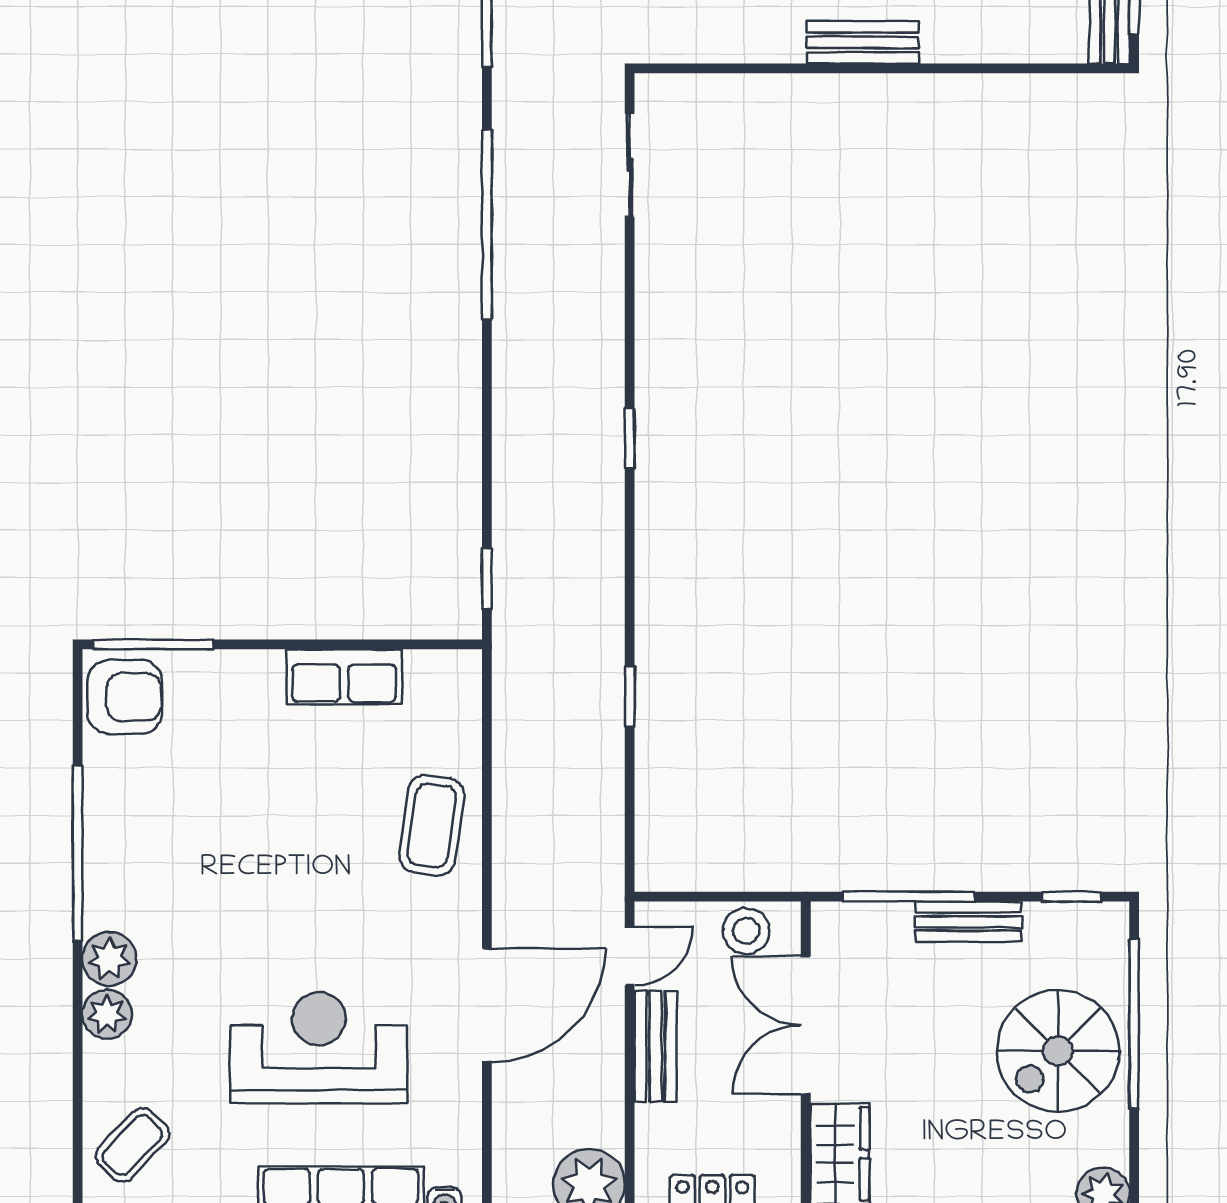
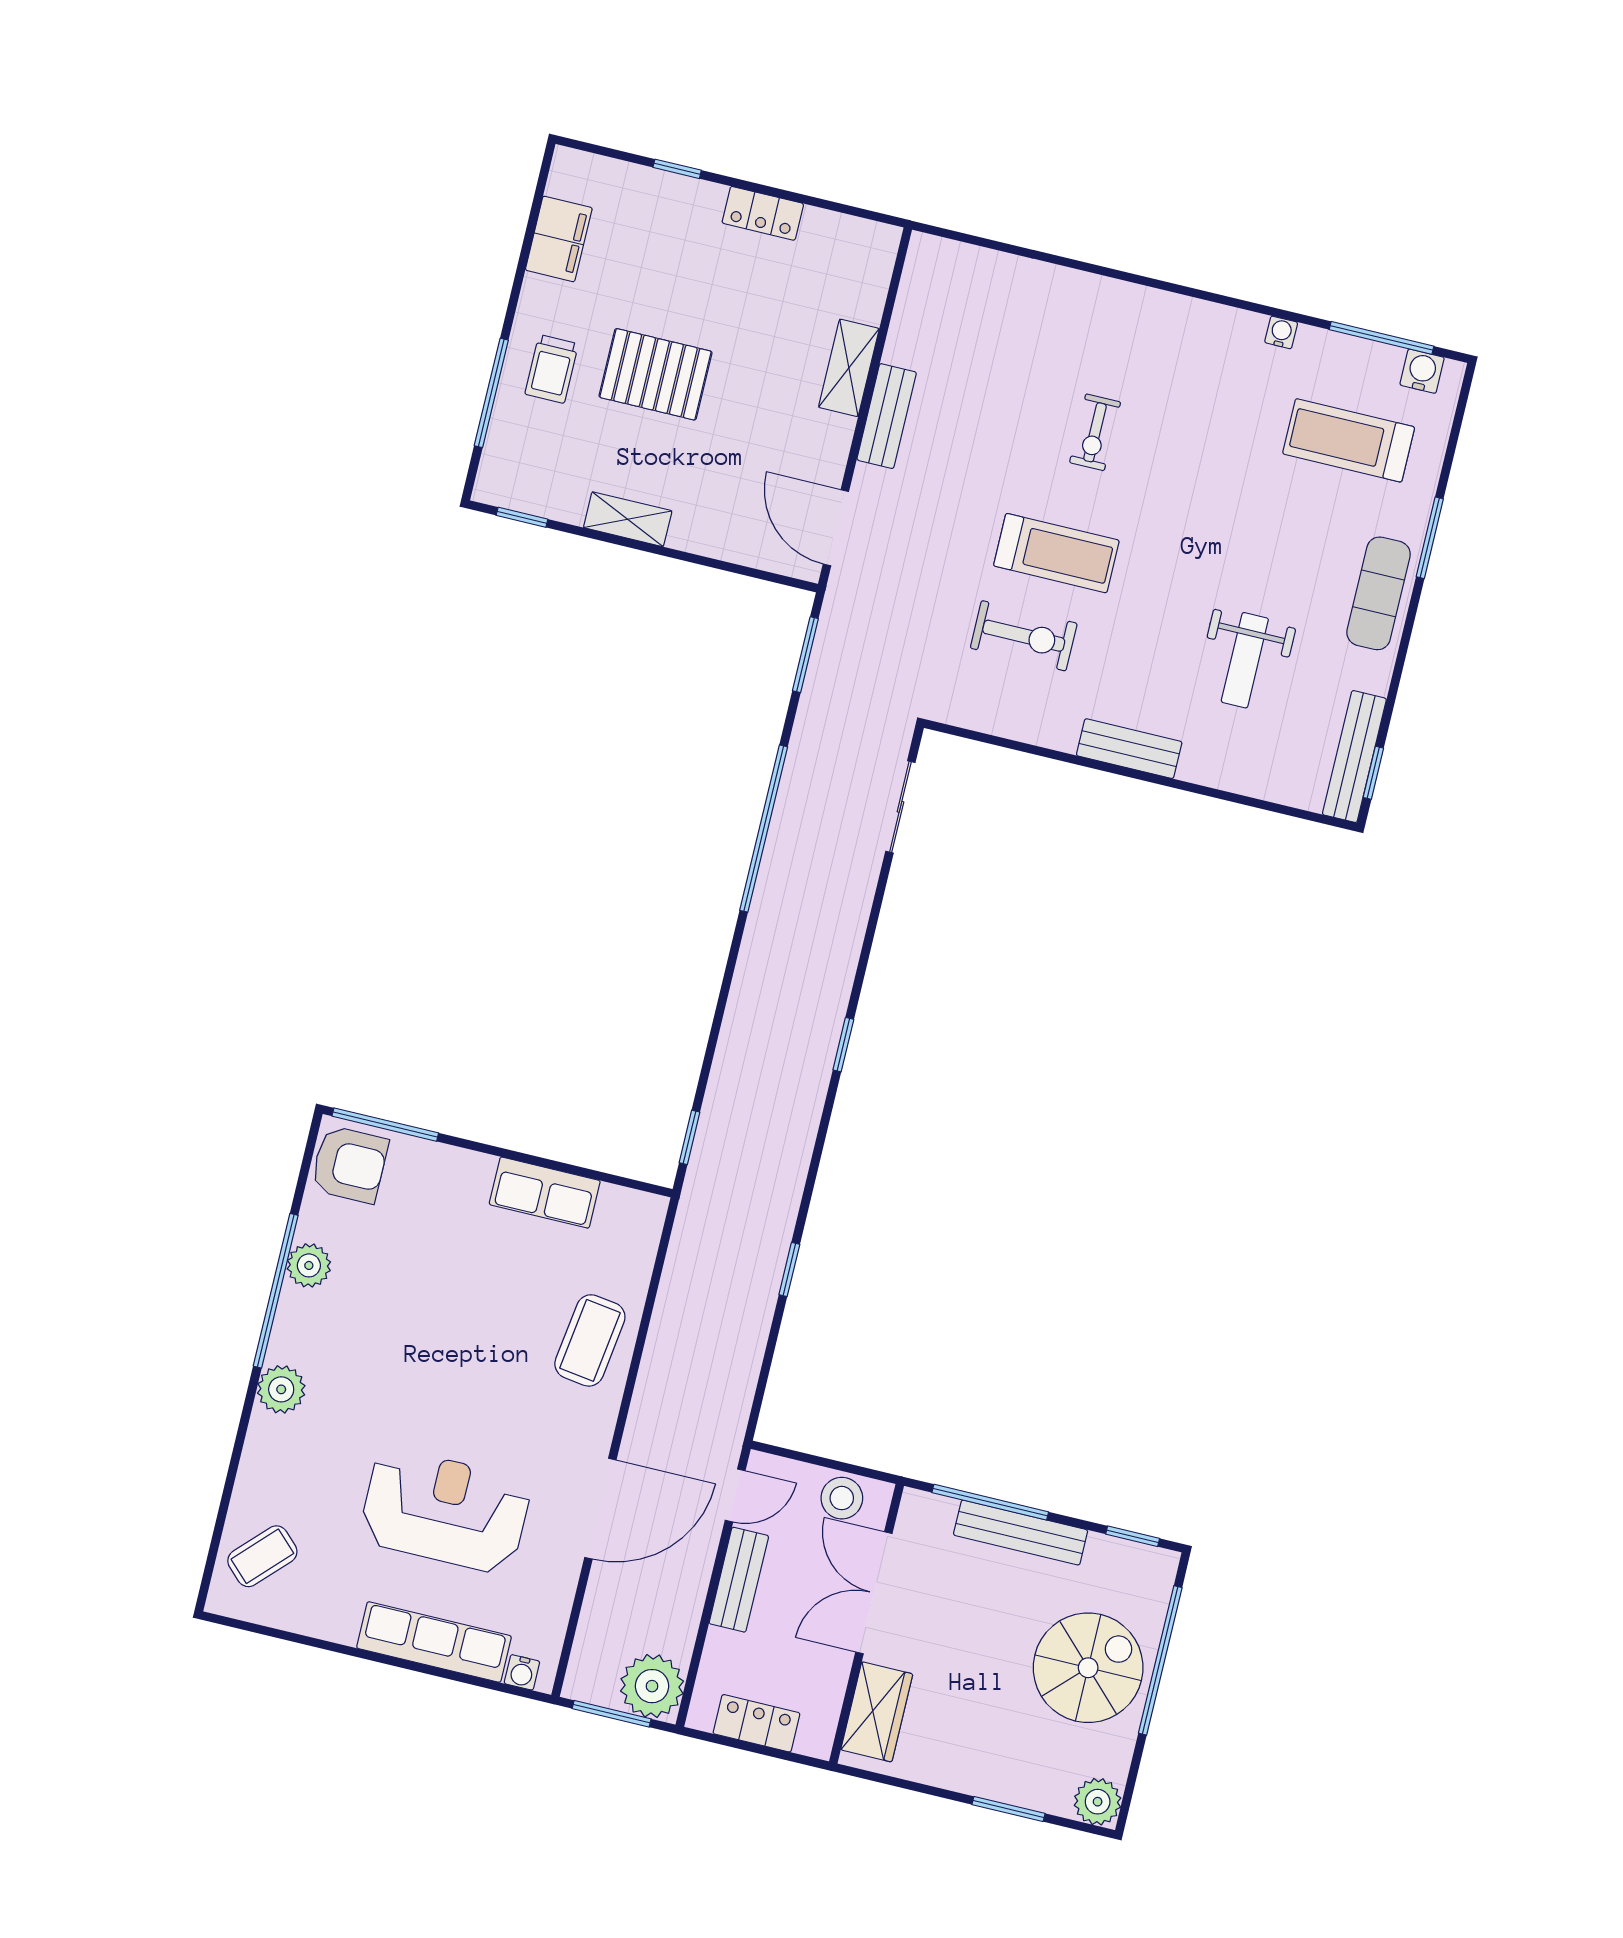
bench: (969, 922) -> (1021, 1533), width x1.36
plant: (107, 1014) -> (309, 1265), moved
spiral stairs: (1058, 1051) -> (1088, 1668), turned 180

